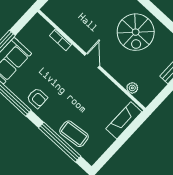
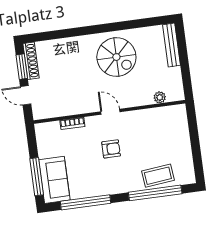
armchair: (37, 98) -> (111, 149), moved
fireplace: (124, 120) -> (180, 126), removed

